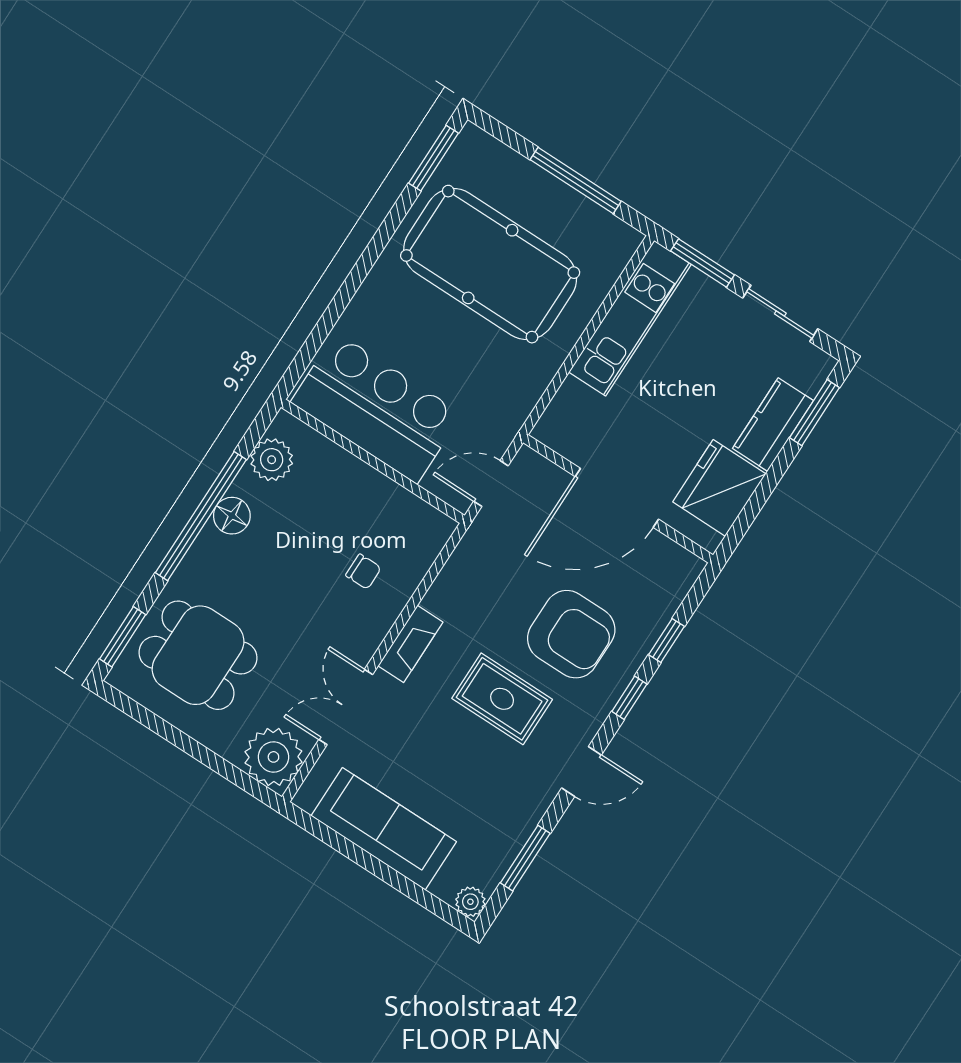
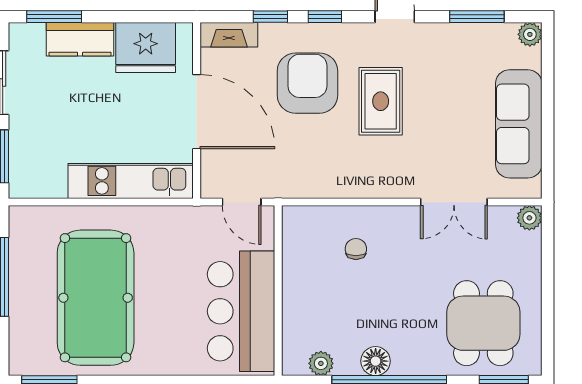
kitchen unit: (630, 318) -> (131, 181), moved
plant: (272, 460) -> (321, 363), width x0.73, depth x0.73
fireplace: (410, 644) -> (229, 35), moved, turned 180
plant: (273, 757) -> (529, 218), width x0.53, depth x0.53

